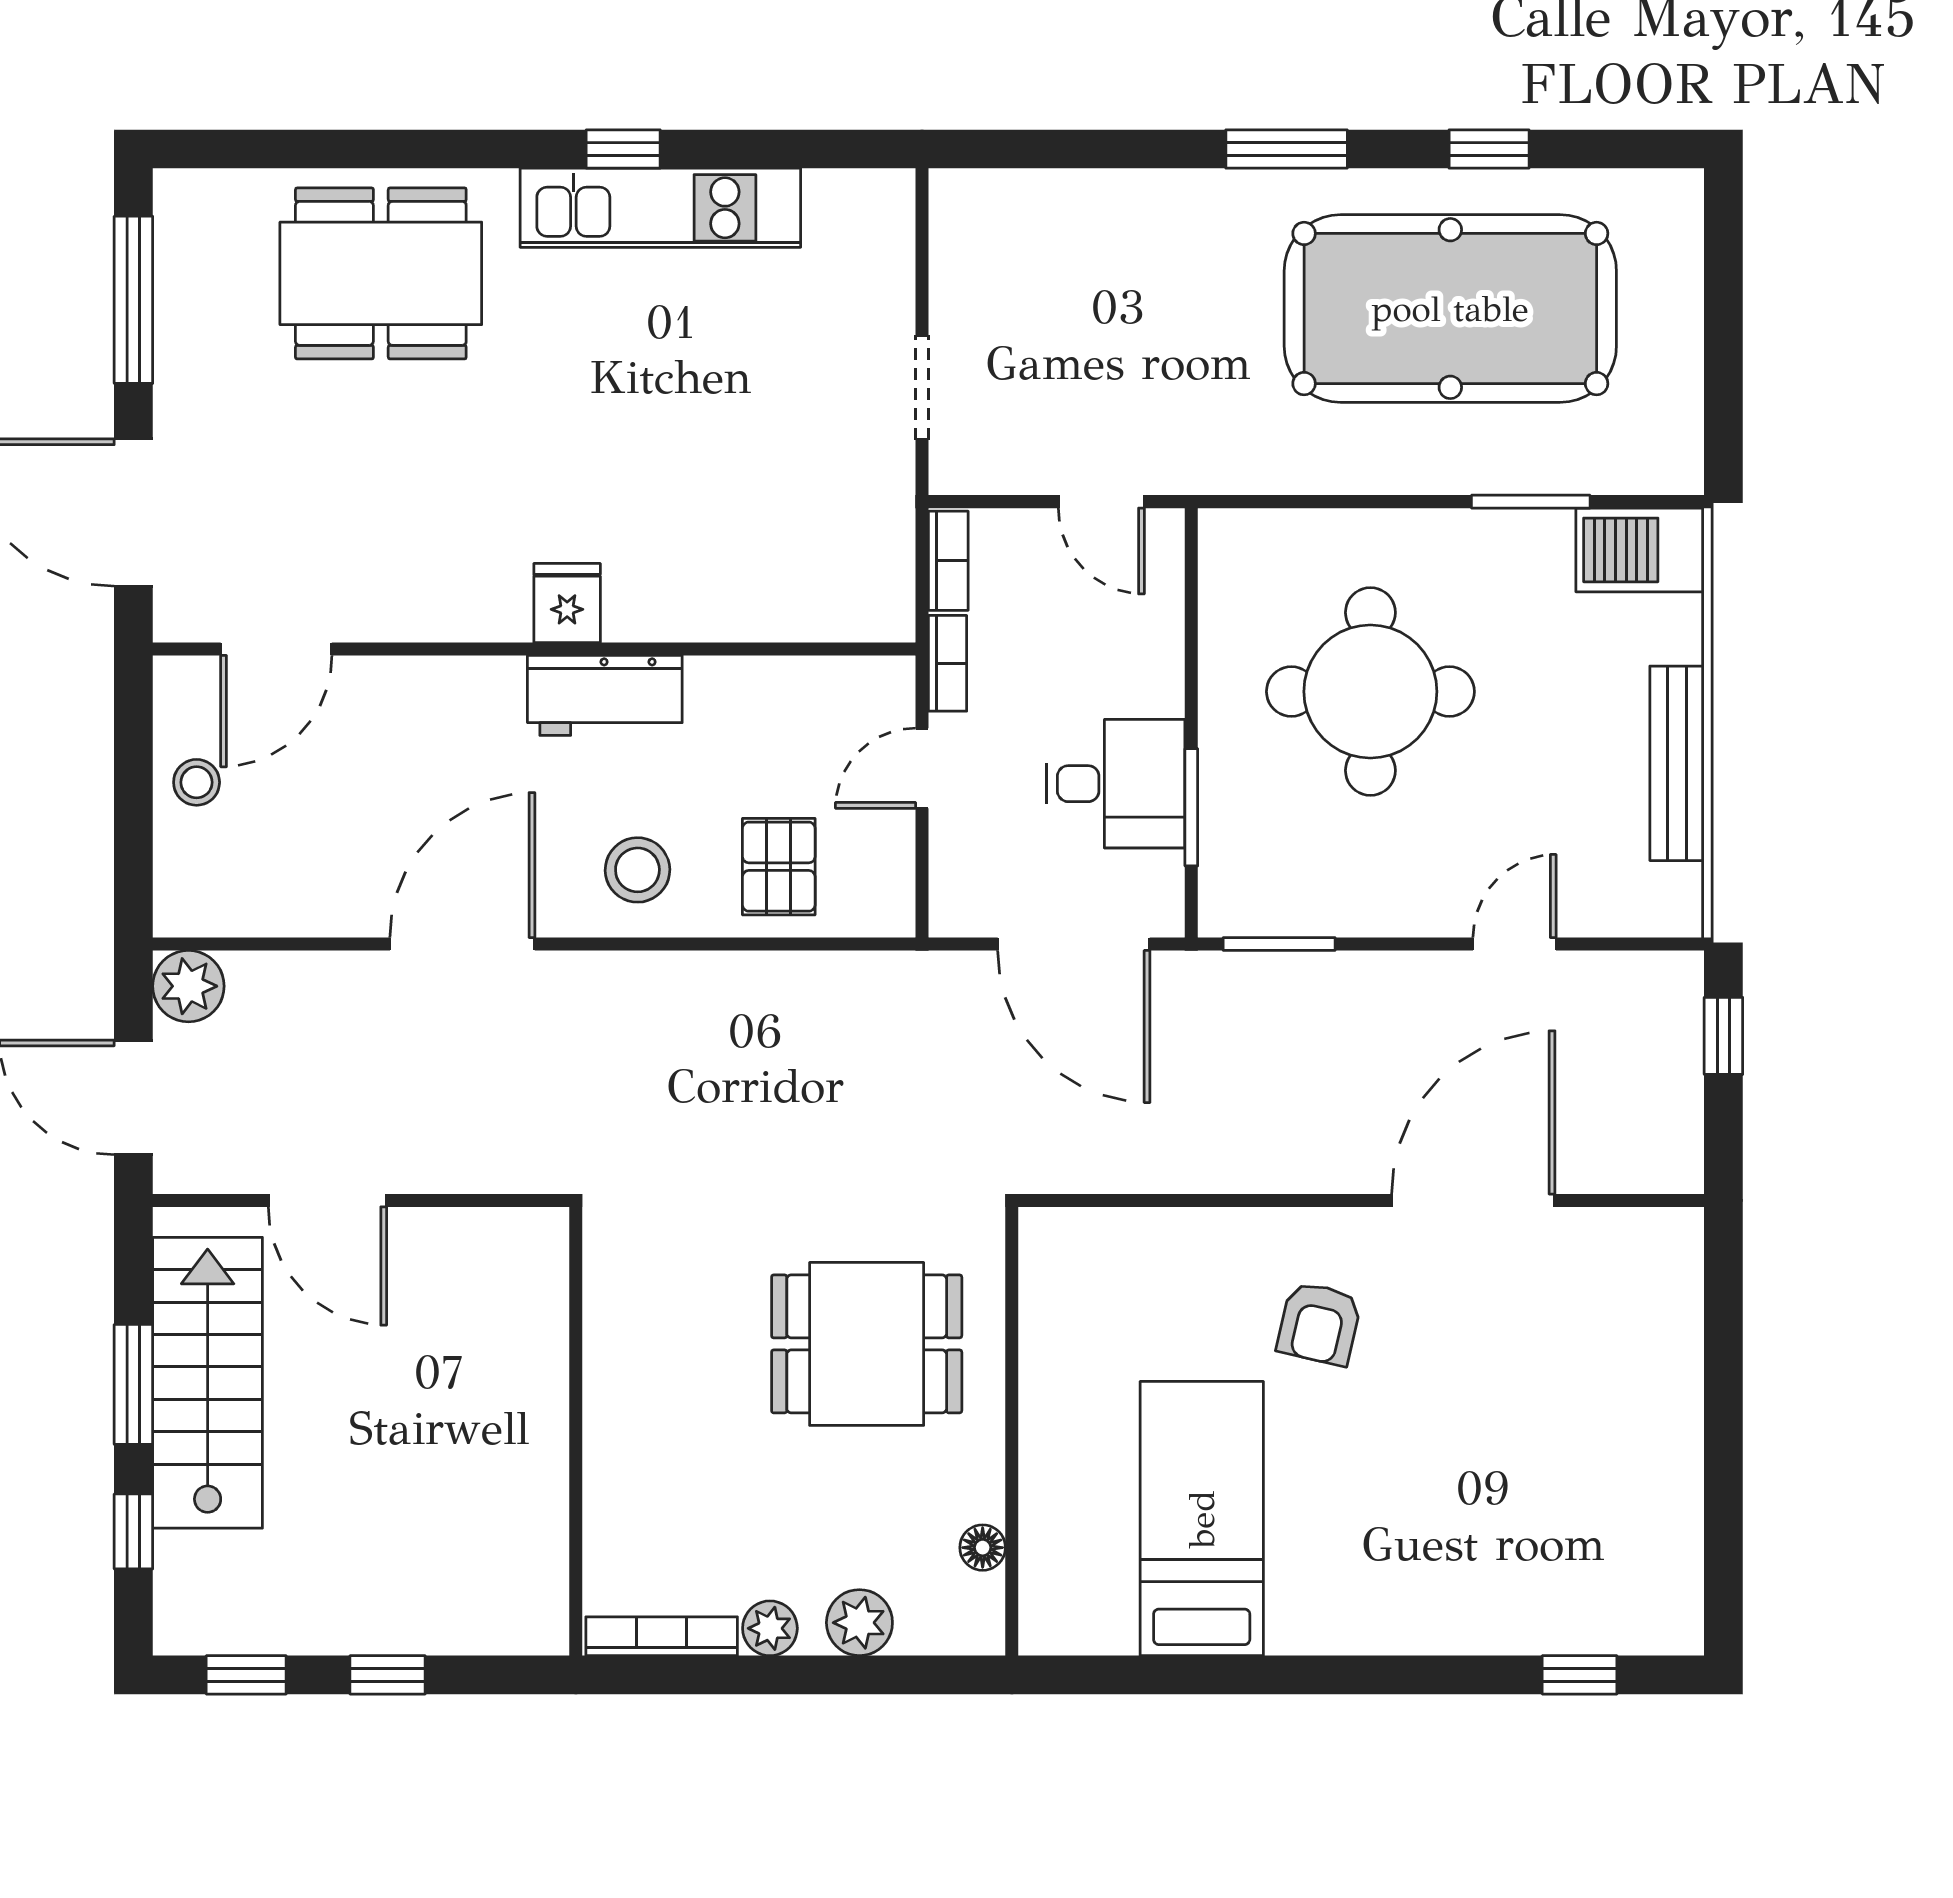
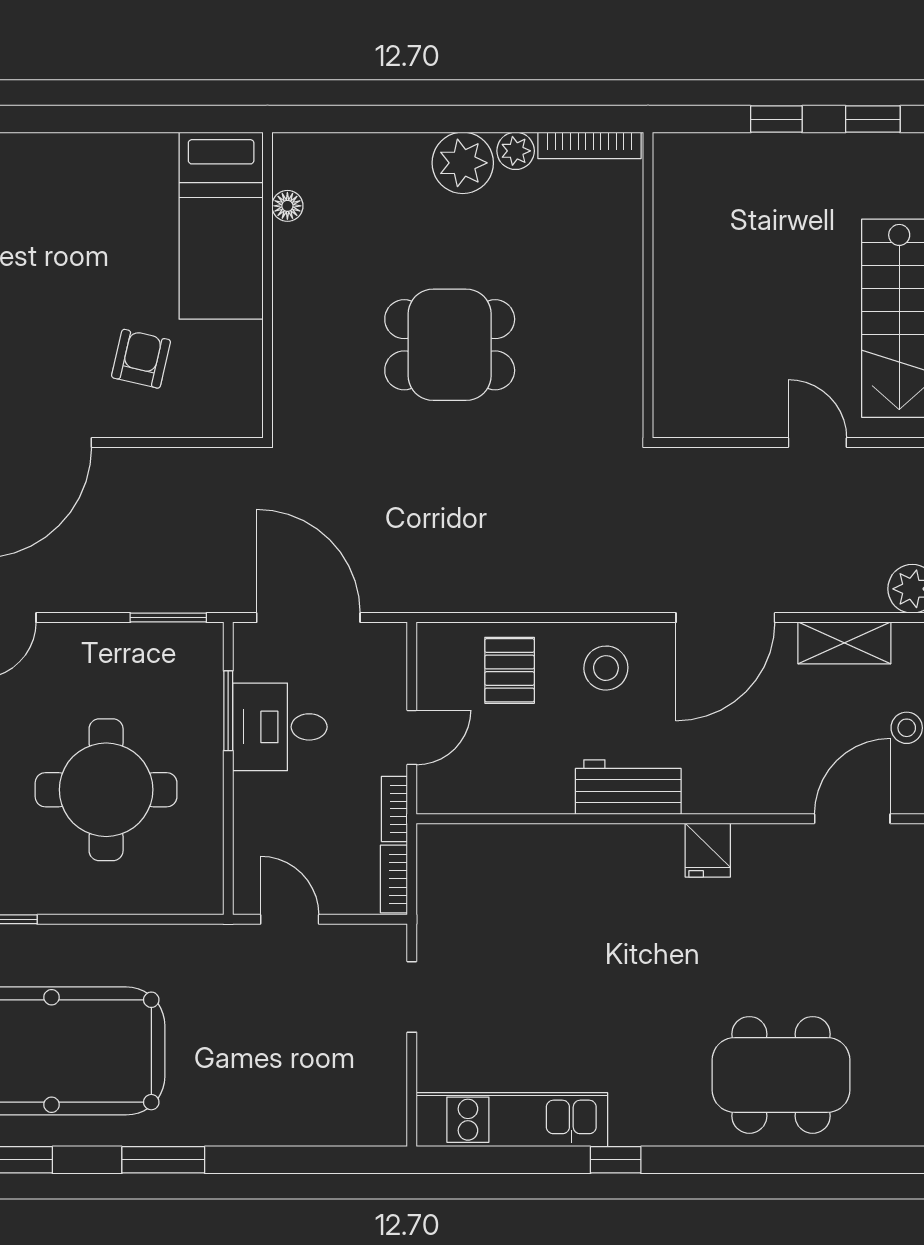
kitchen unit: (660, 208) -> (512, 1120), moved
fridge: (567, 603) -> (708, 850), moved
shelving: (288, 907) -> (844, 643), added
door: (327, 1200) -> (817, 443), width x0.73
wall: (1012, 1431) -> (268, 285), moved
floor lamp: (983, 1548) -> (287, 206), moved
plant: (859, 1623) -> (463, 163), width x1.36, depth x1.36

